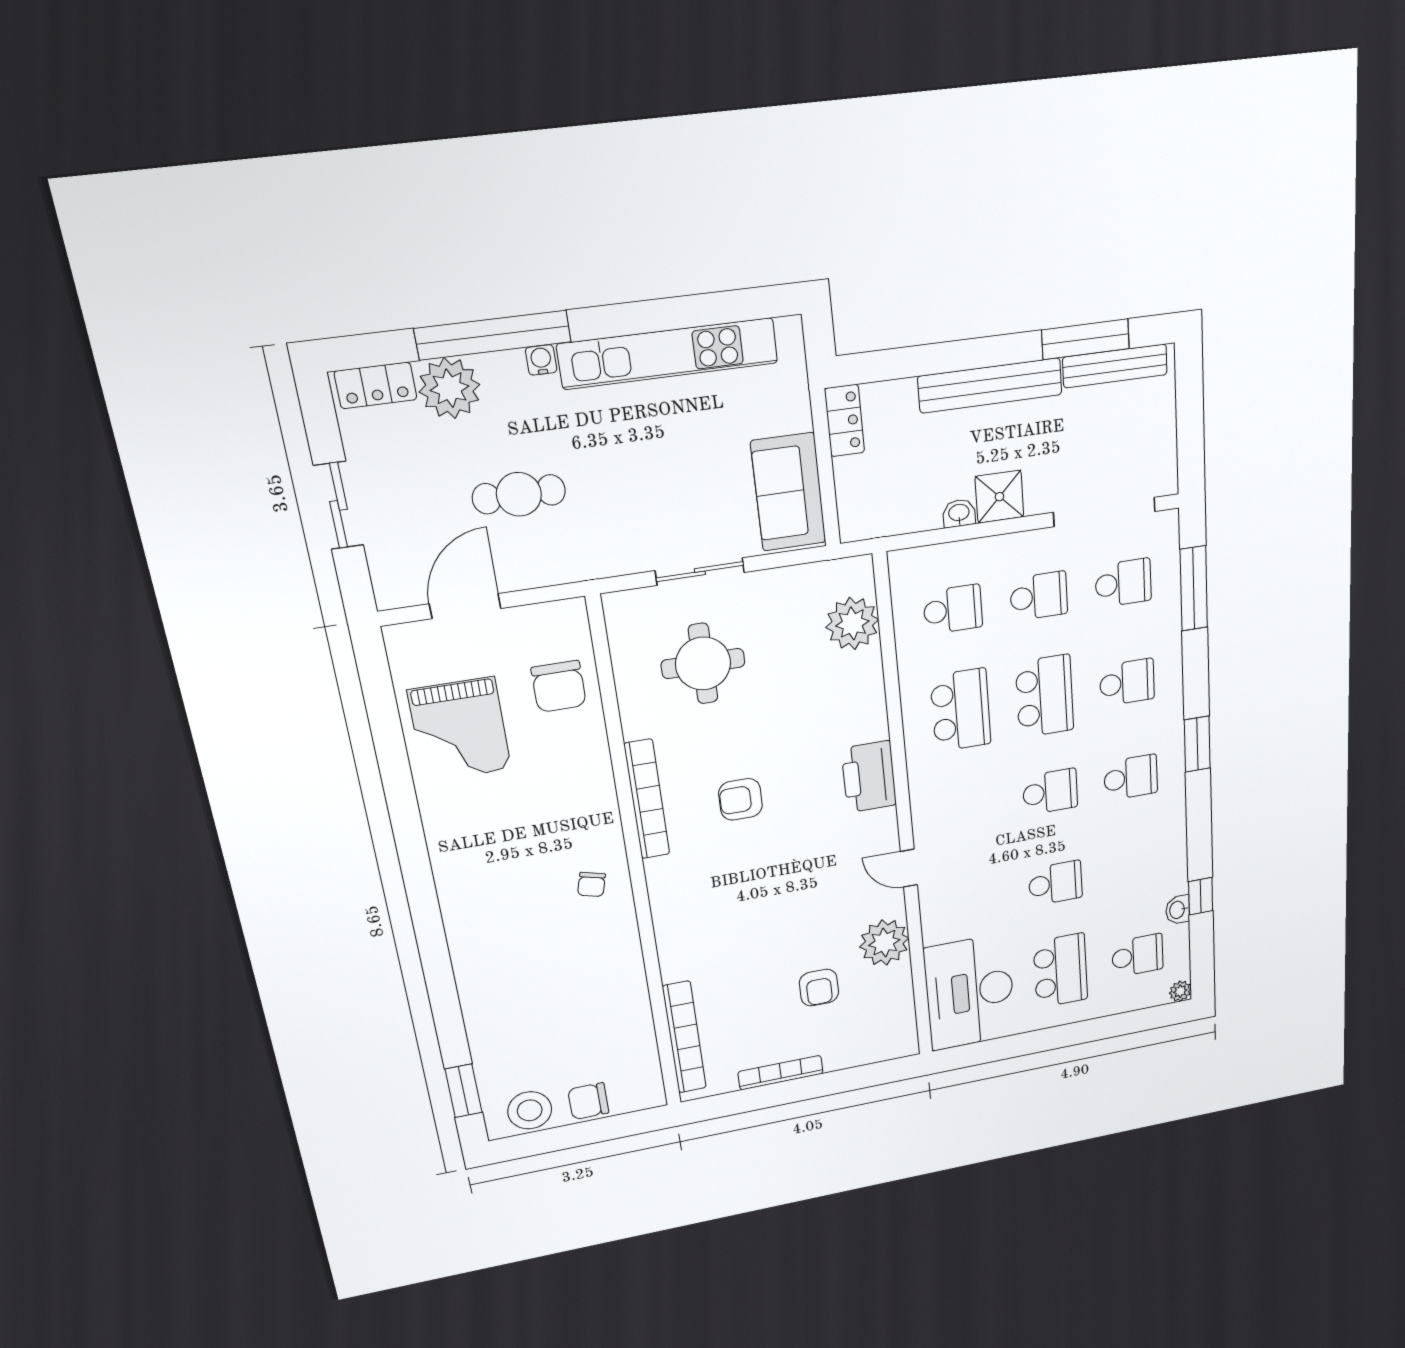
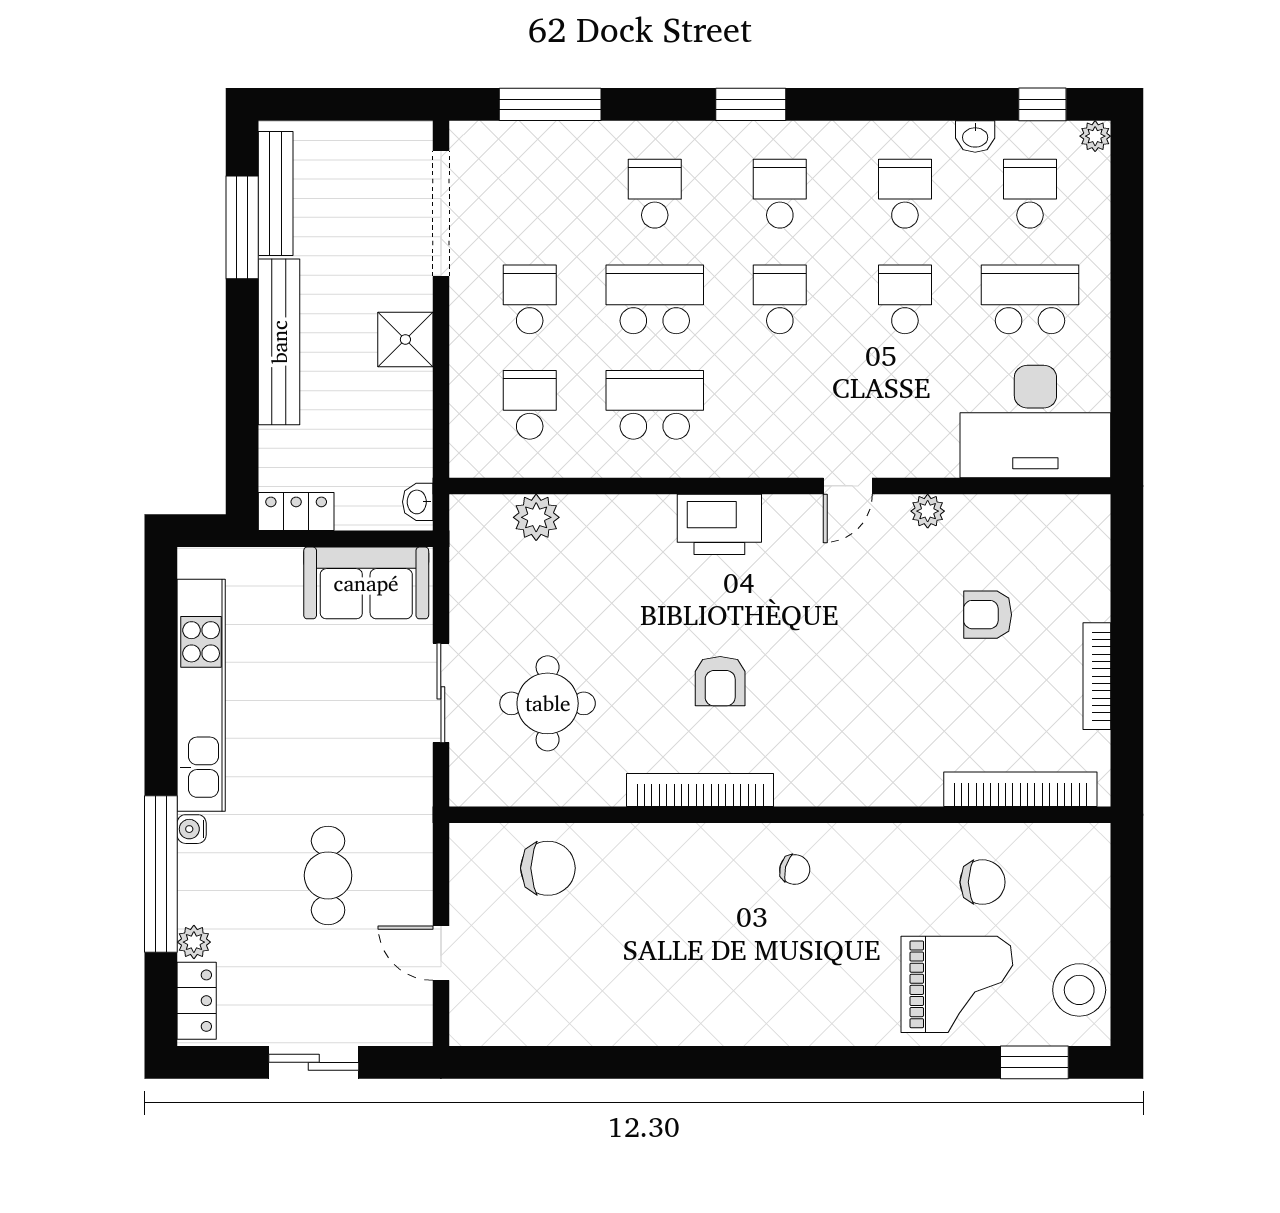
plant: (450, 388) -> (194, 942), width x0.53, depth x0.53
washbasin: (959, 513) -> (418, 502), moved
school desk: (1123, 583) -> (905, 194), moved
door: (465, 606) -> (441, 953), width x0.73
plant: (852, 623) -> (536, 517), width x0.73, depth x0.73
grand piano: (460, 730) -> (957, 984), moved
window: (1201, 896) -> (1042, 104), moved
plant: (884, 943) -> (928, 511), width x0.53, depth x0.53
armchair: (819, 988) -> (988, 615), turned 180
chair: (588, 1101) -> (982, 882), moved, turned -90

